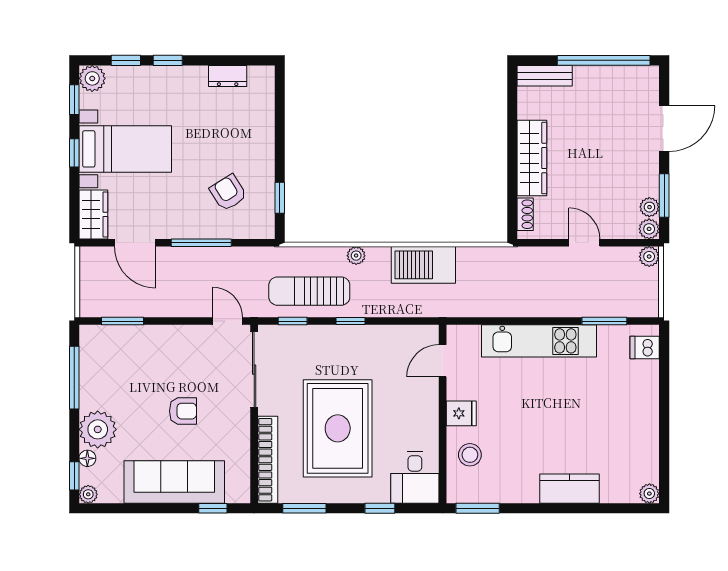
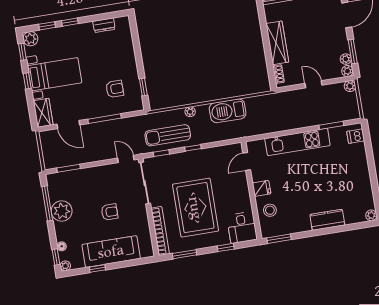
armchair: (228, 193) -> (115, 89), turned 122
plant: (98, 429) -> (62, 211), moved
window: (213, 508) -> (97, 268), moved

